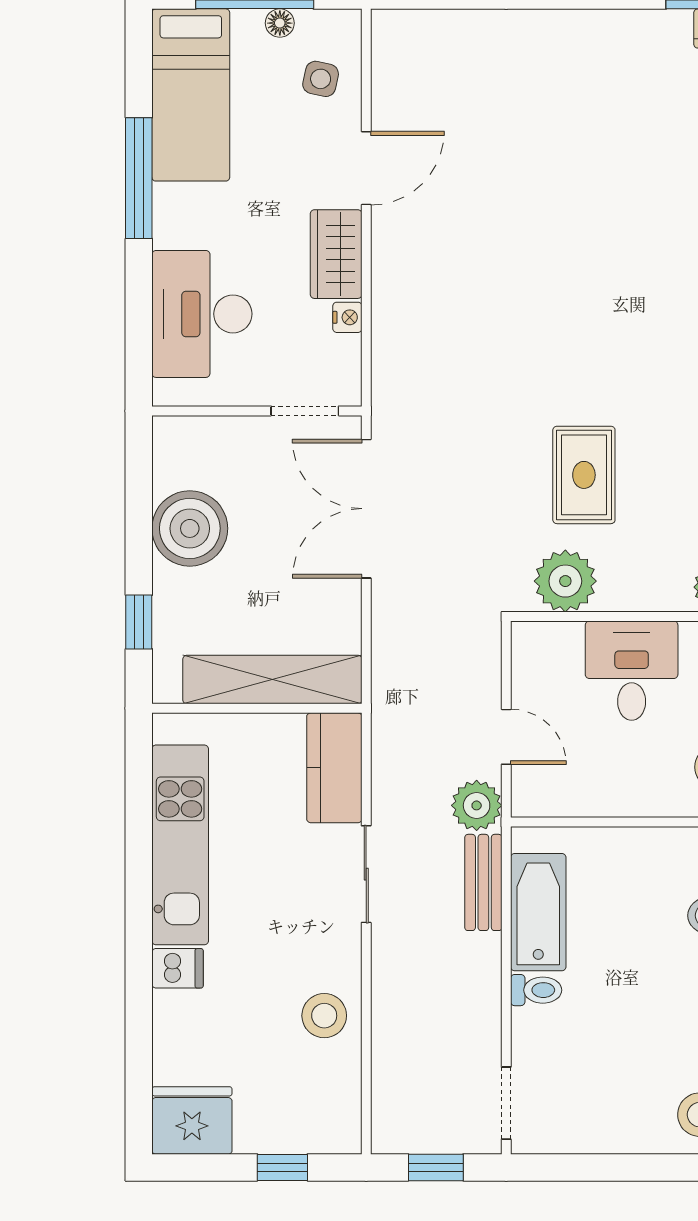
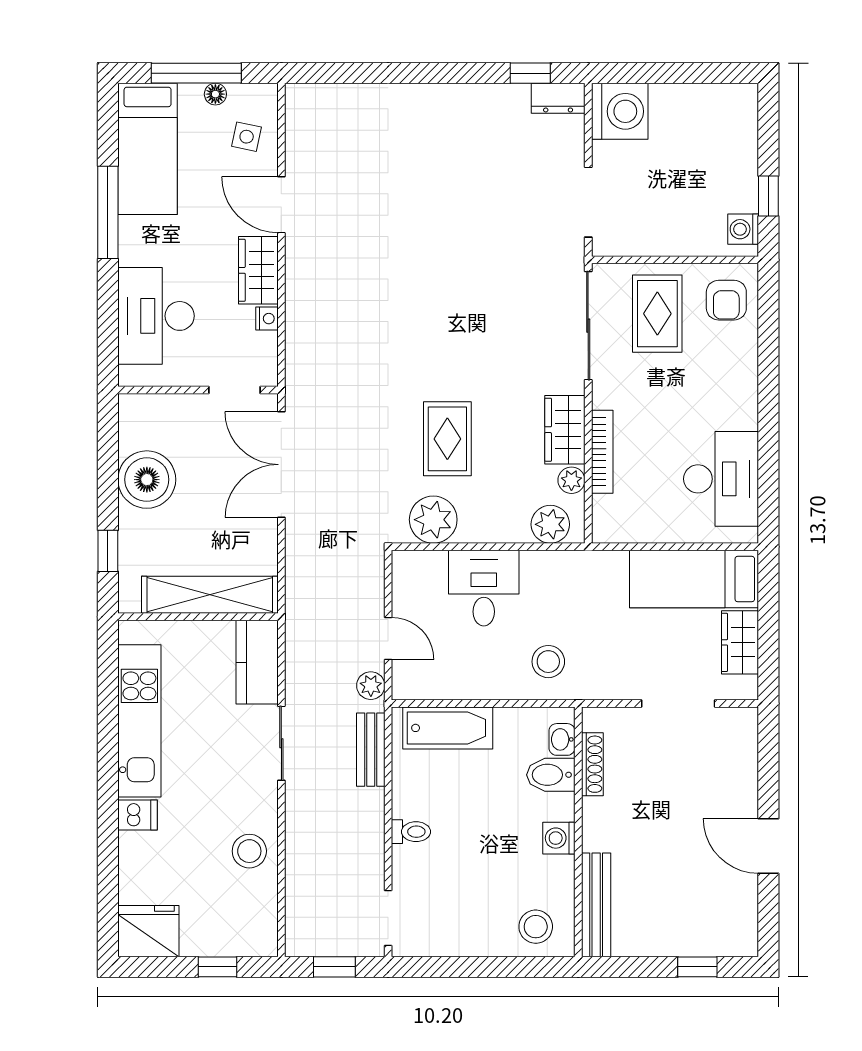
door: (366, 168) -> (281, 205), swing flipped
plant: (477, 805) -> (371, 686), width x0.73, depth x0.73
bathtub: (538, 912) -> (448, 728), moved, turned 90

